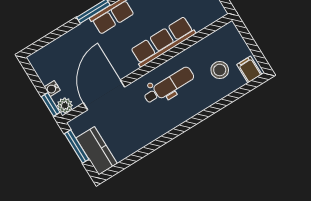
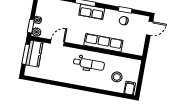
door: (104, 95) -> (57, 43), width x0.53
kitchen counter: (97, 151) -> (34, 54), moved

